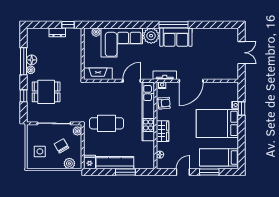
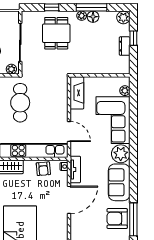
window: (68, 25) -> (133, 38), moved
window: (174, 25) -> (133, 219), moved
plant: (32, 33) -> (123, 17), added
armchair: (207, 39) -> (117, 219), added
door: (191, 81) -> (69, 200), swing flipped

